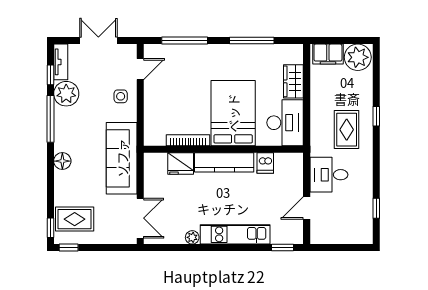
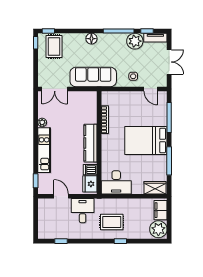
wardrobe: (293, 81) -> (155, 188), moved
bed: (233, 113) -> (146, 140), moved, turned 180
fridge: (181, 163) -> (90, 184), moved

